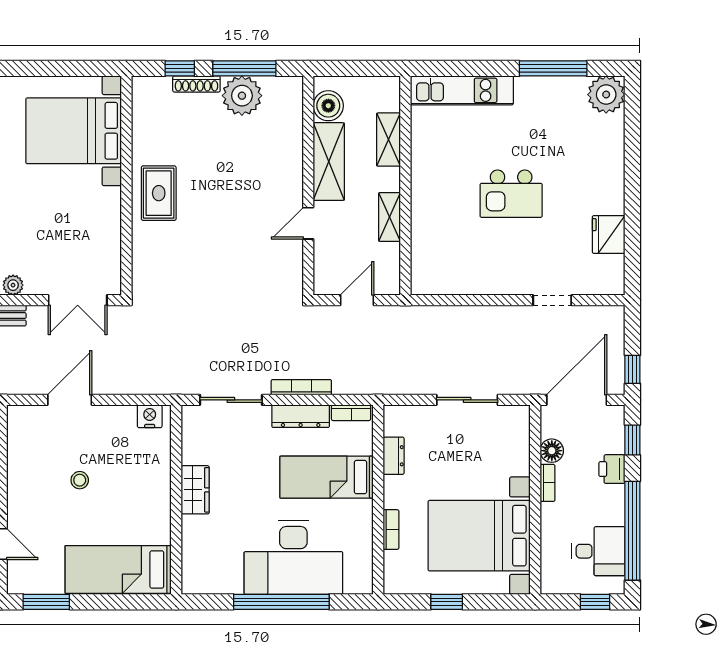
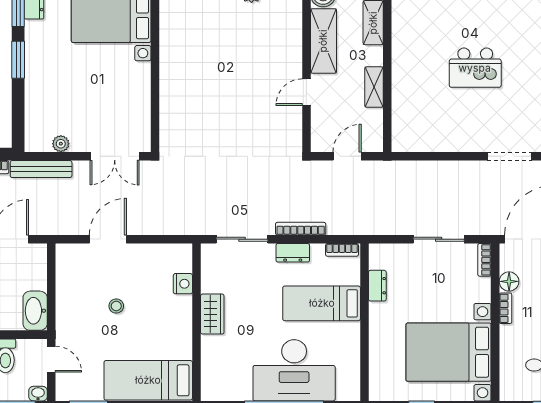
rug: (159, 193) -> (182, 67), removed
doorway: (552, 300) -> (509, 156), width x1.38
nightstand: (150, 416) -> (183, 284), moved, turned 90
dresser: (301, 416) -> (293, 253), width x0.70
bookcase: (391, 530) -> (484, 260), moved, turned 180

